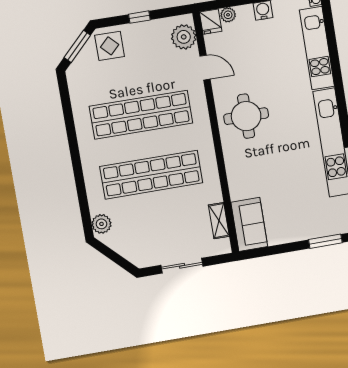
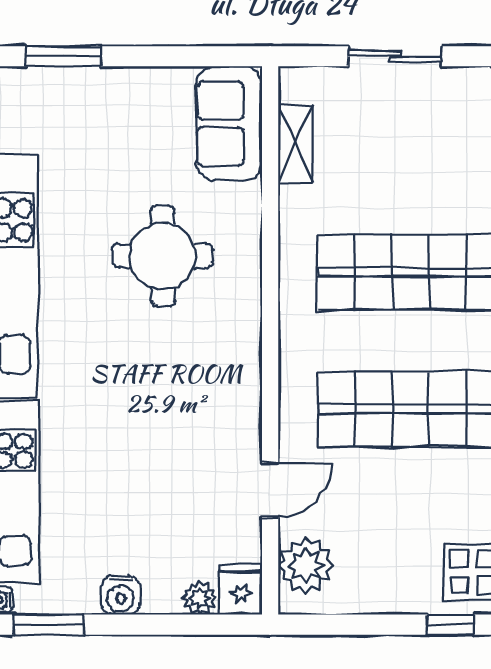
window: (139, 17) -> (450, 625), moved
door: (205, 68) -> (270, 490), swing flipped
round table: (246, 116) -> (163, 256), moved

